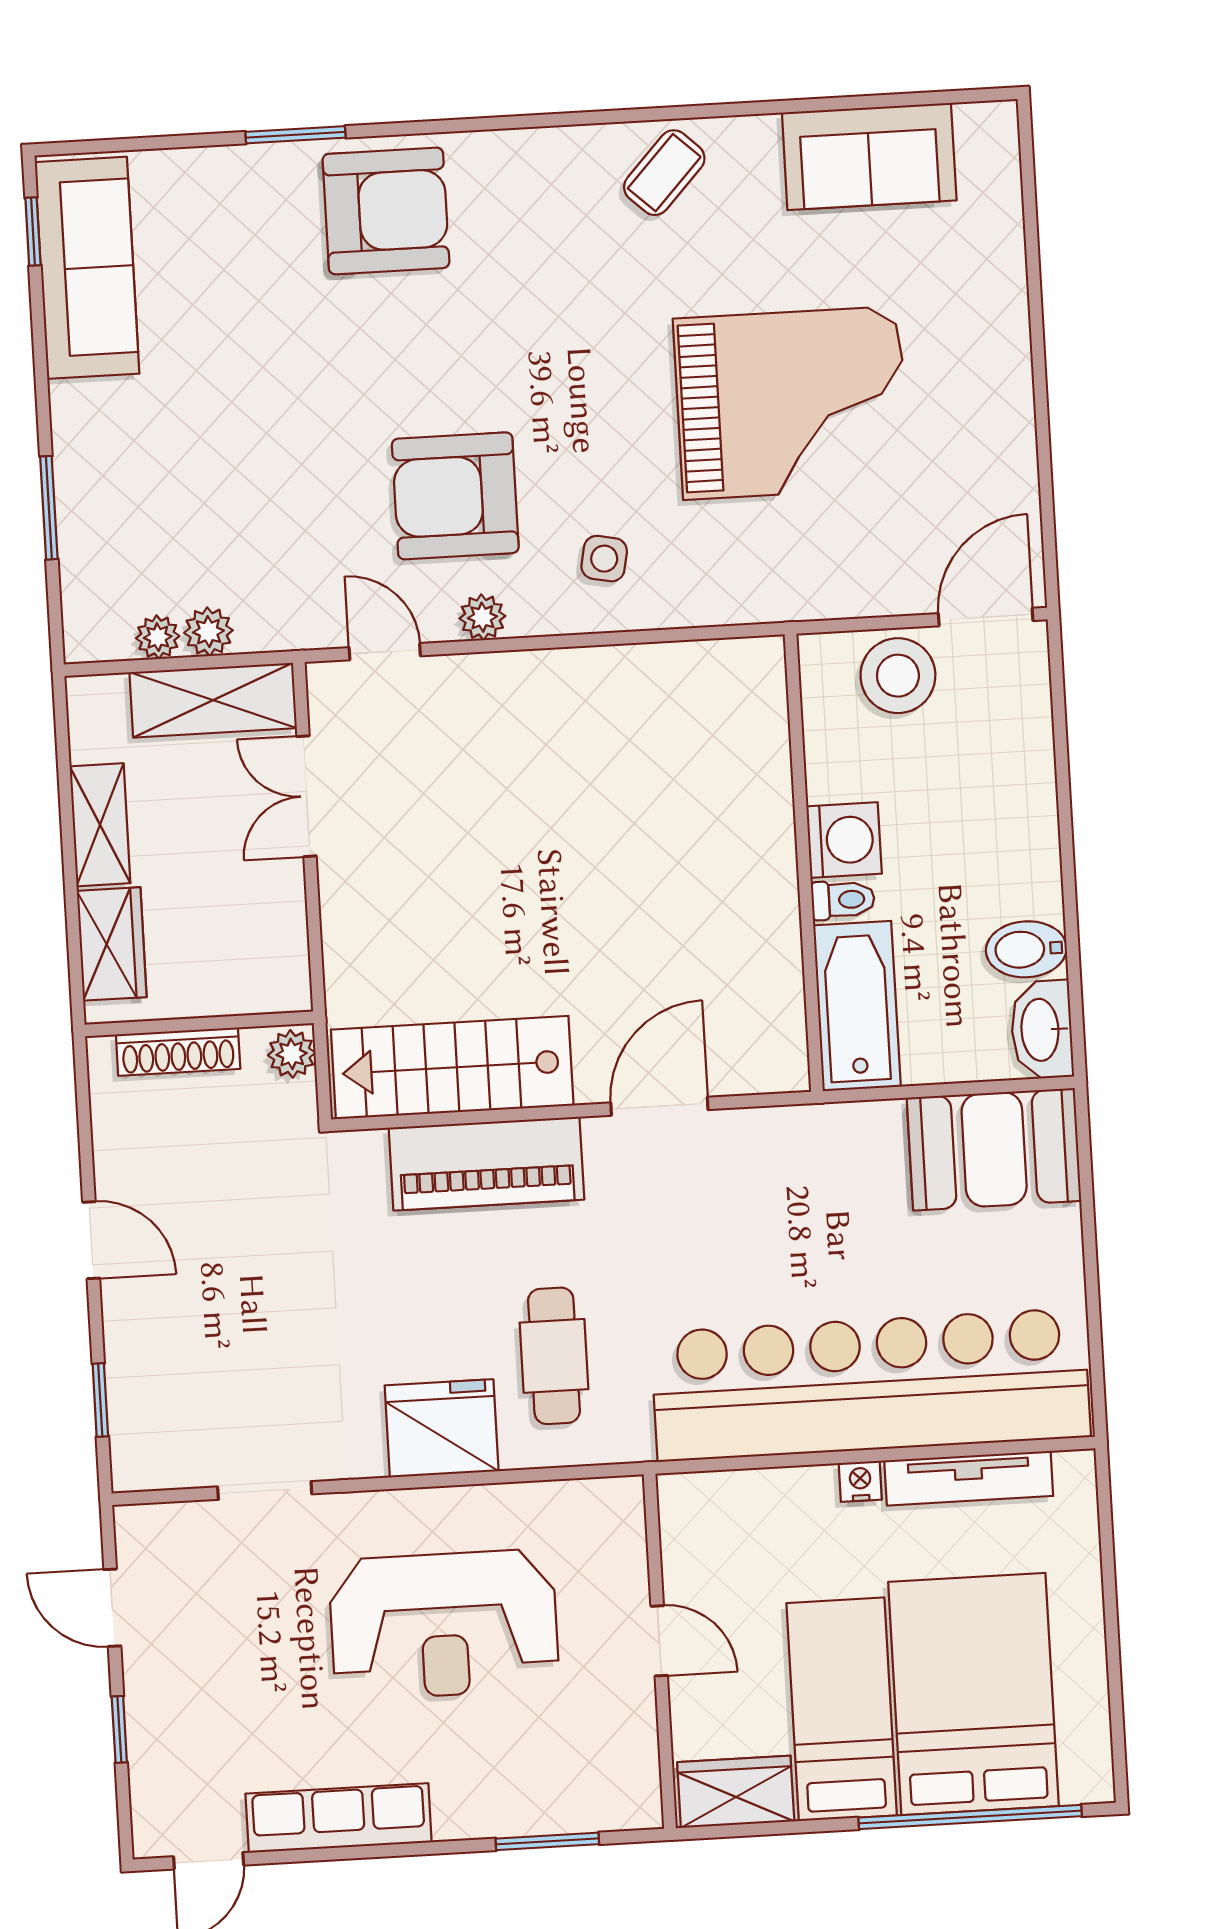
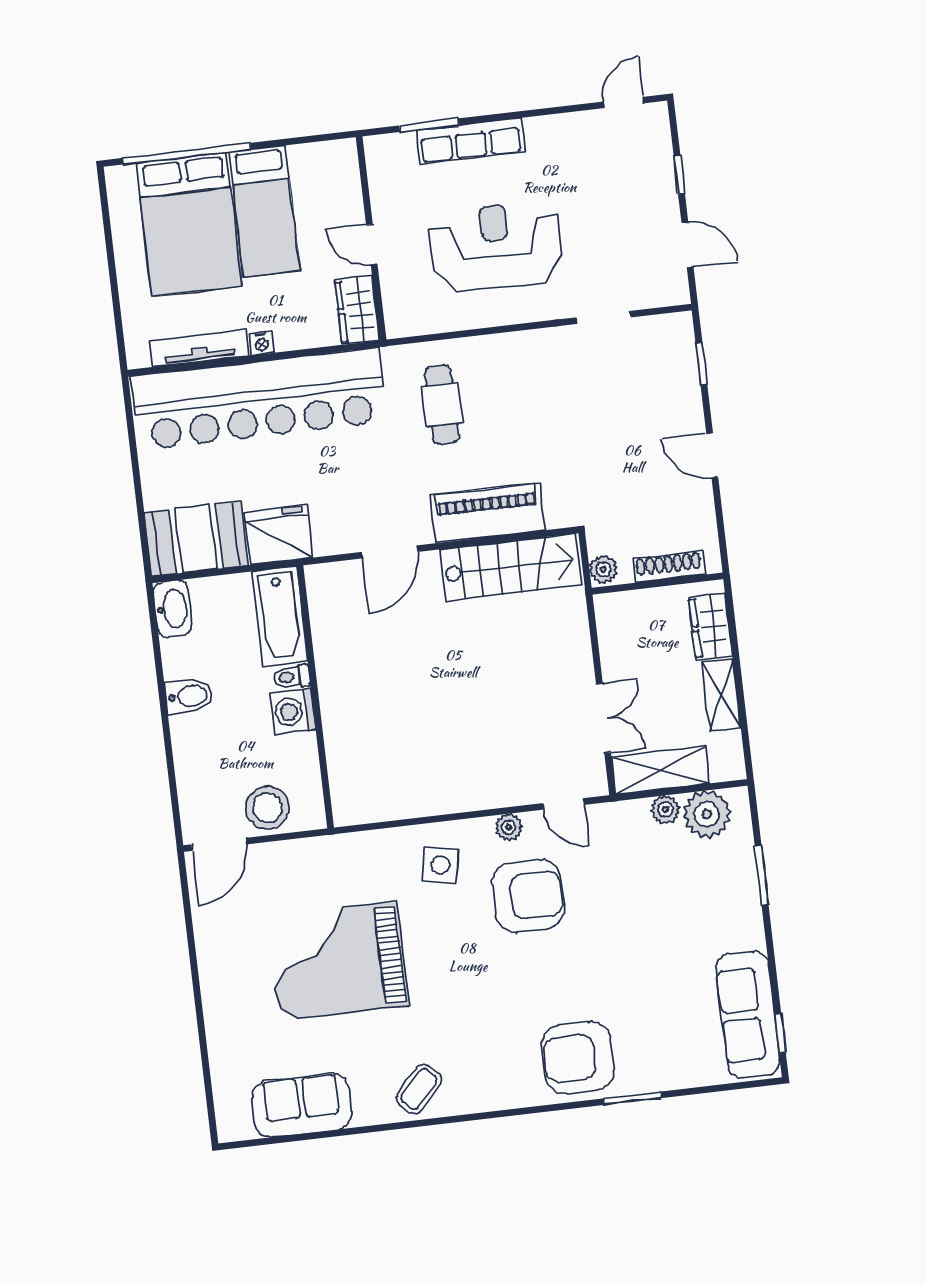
side table: (604, 559) -> (440, 865), width x1.37, depth x1.37
plant: (158, 637) -> (707, 814), width x1.87, depth x1.87
bidet: (1026, 949) -> (189, 696), moved
fridge: (442, 1428) -> (279, 535), moved, turned 180
wardrobe: (736, 1792) -> (357, 310), moved, turned 90
row of seats: (339, 1818) -> (471, 141), moved

